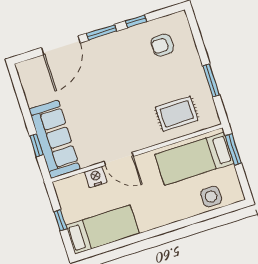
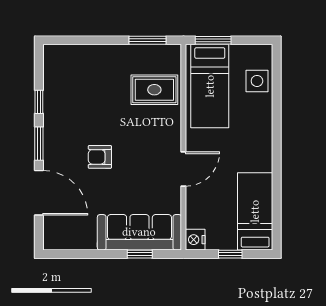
armchair: (162, 45) -> (100, 157), moved, turned 90
window: (211, 80) -> (148, 40), moved
rug: (177, 114) -> (154, 90), turned 90
nightstand: (96, 177) -> (195, 240), moved

